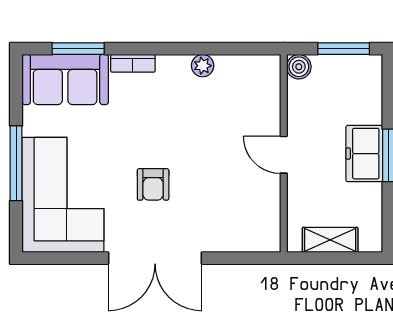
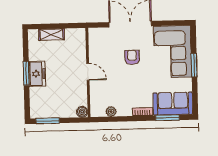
boiler: (299, 67) -> (82, 112), moved
wall: (284, 153) -> (88, 72), moved
door: (284, 155) -> (88, 72), moved
window: (16, 163) -> (194, 65), width x0.69

